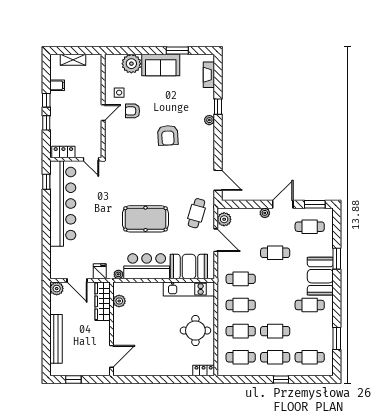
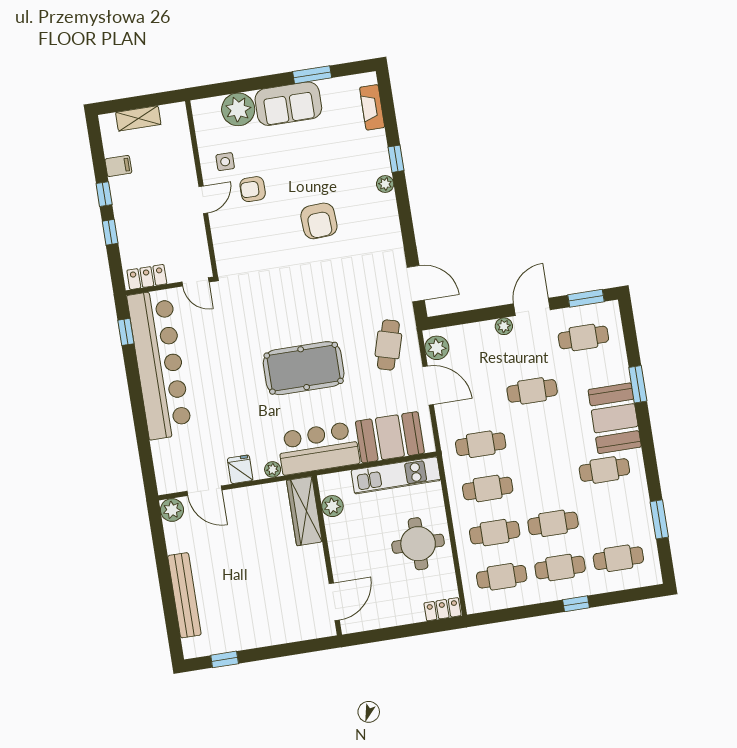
wardrobe: (103, 301) -> (304, 511), moved
plant: (119, 301) -> (332, 506), moved
wall: (112, 329) -> (327, 555), moved
door: (112, 356) -> (334, 602), moved

